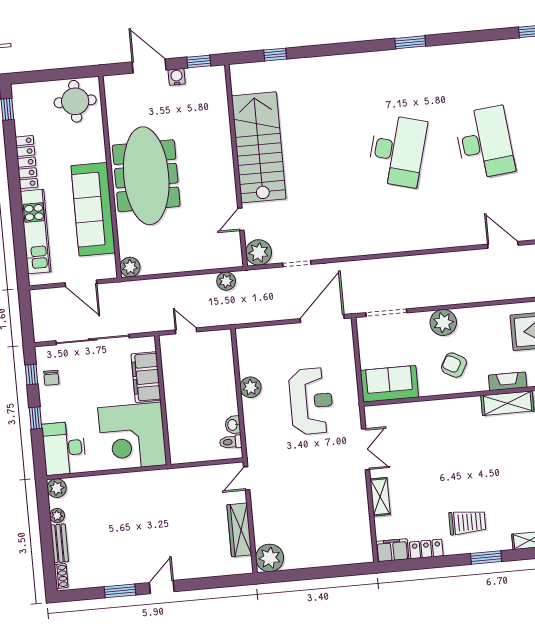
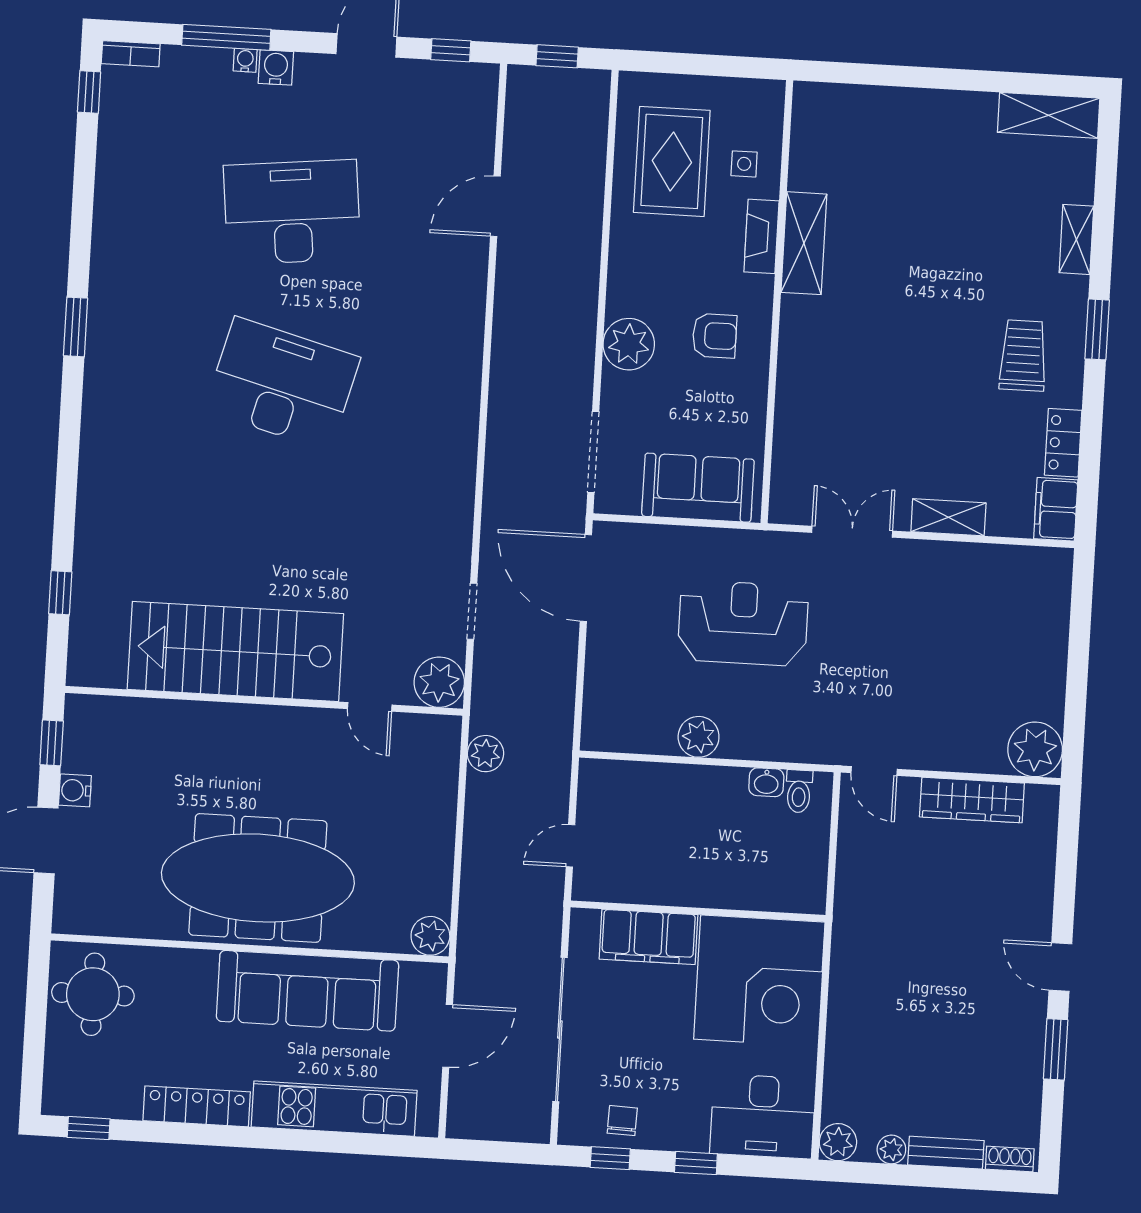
armchair: (454, 365) -> (714, 336), turned -119
chair: (51, 378) -> (622, 1121), turned -88
sofa: (389, 384) -> (698, 488), moved, turned 90

